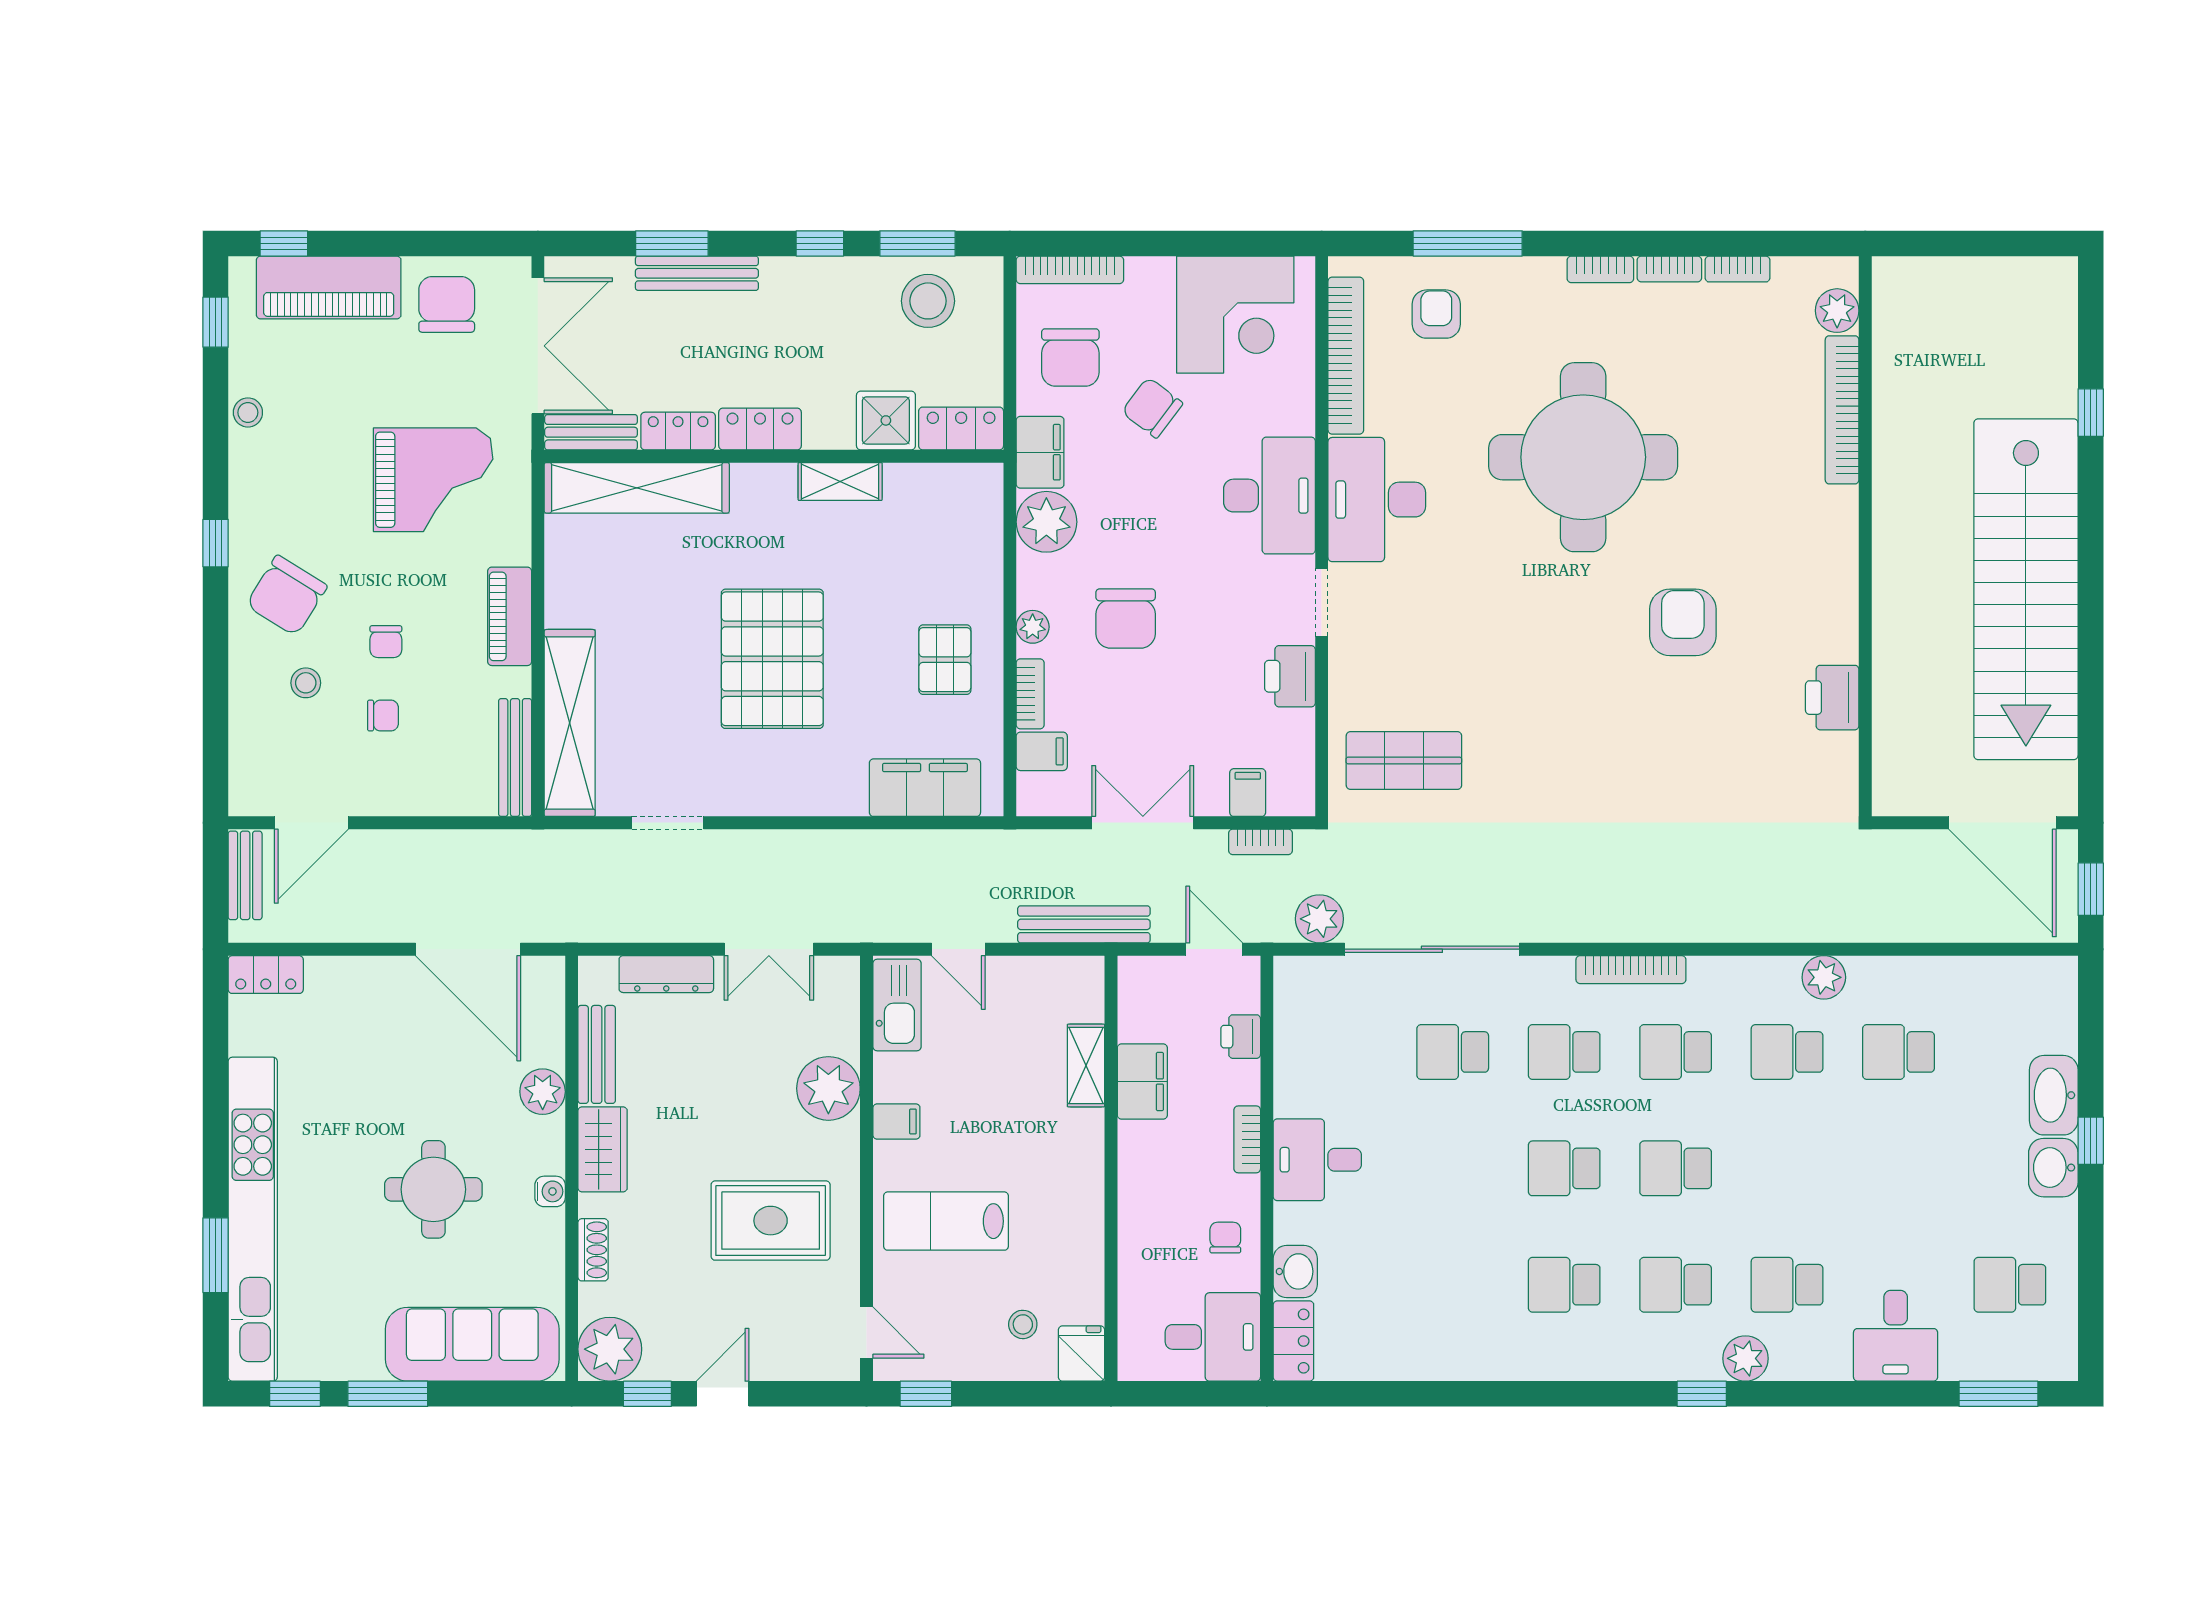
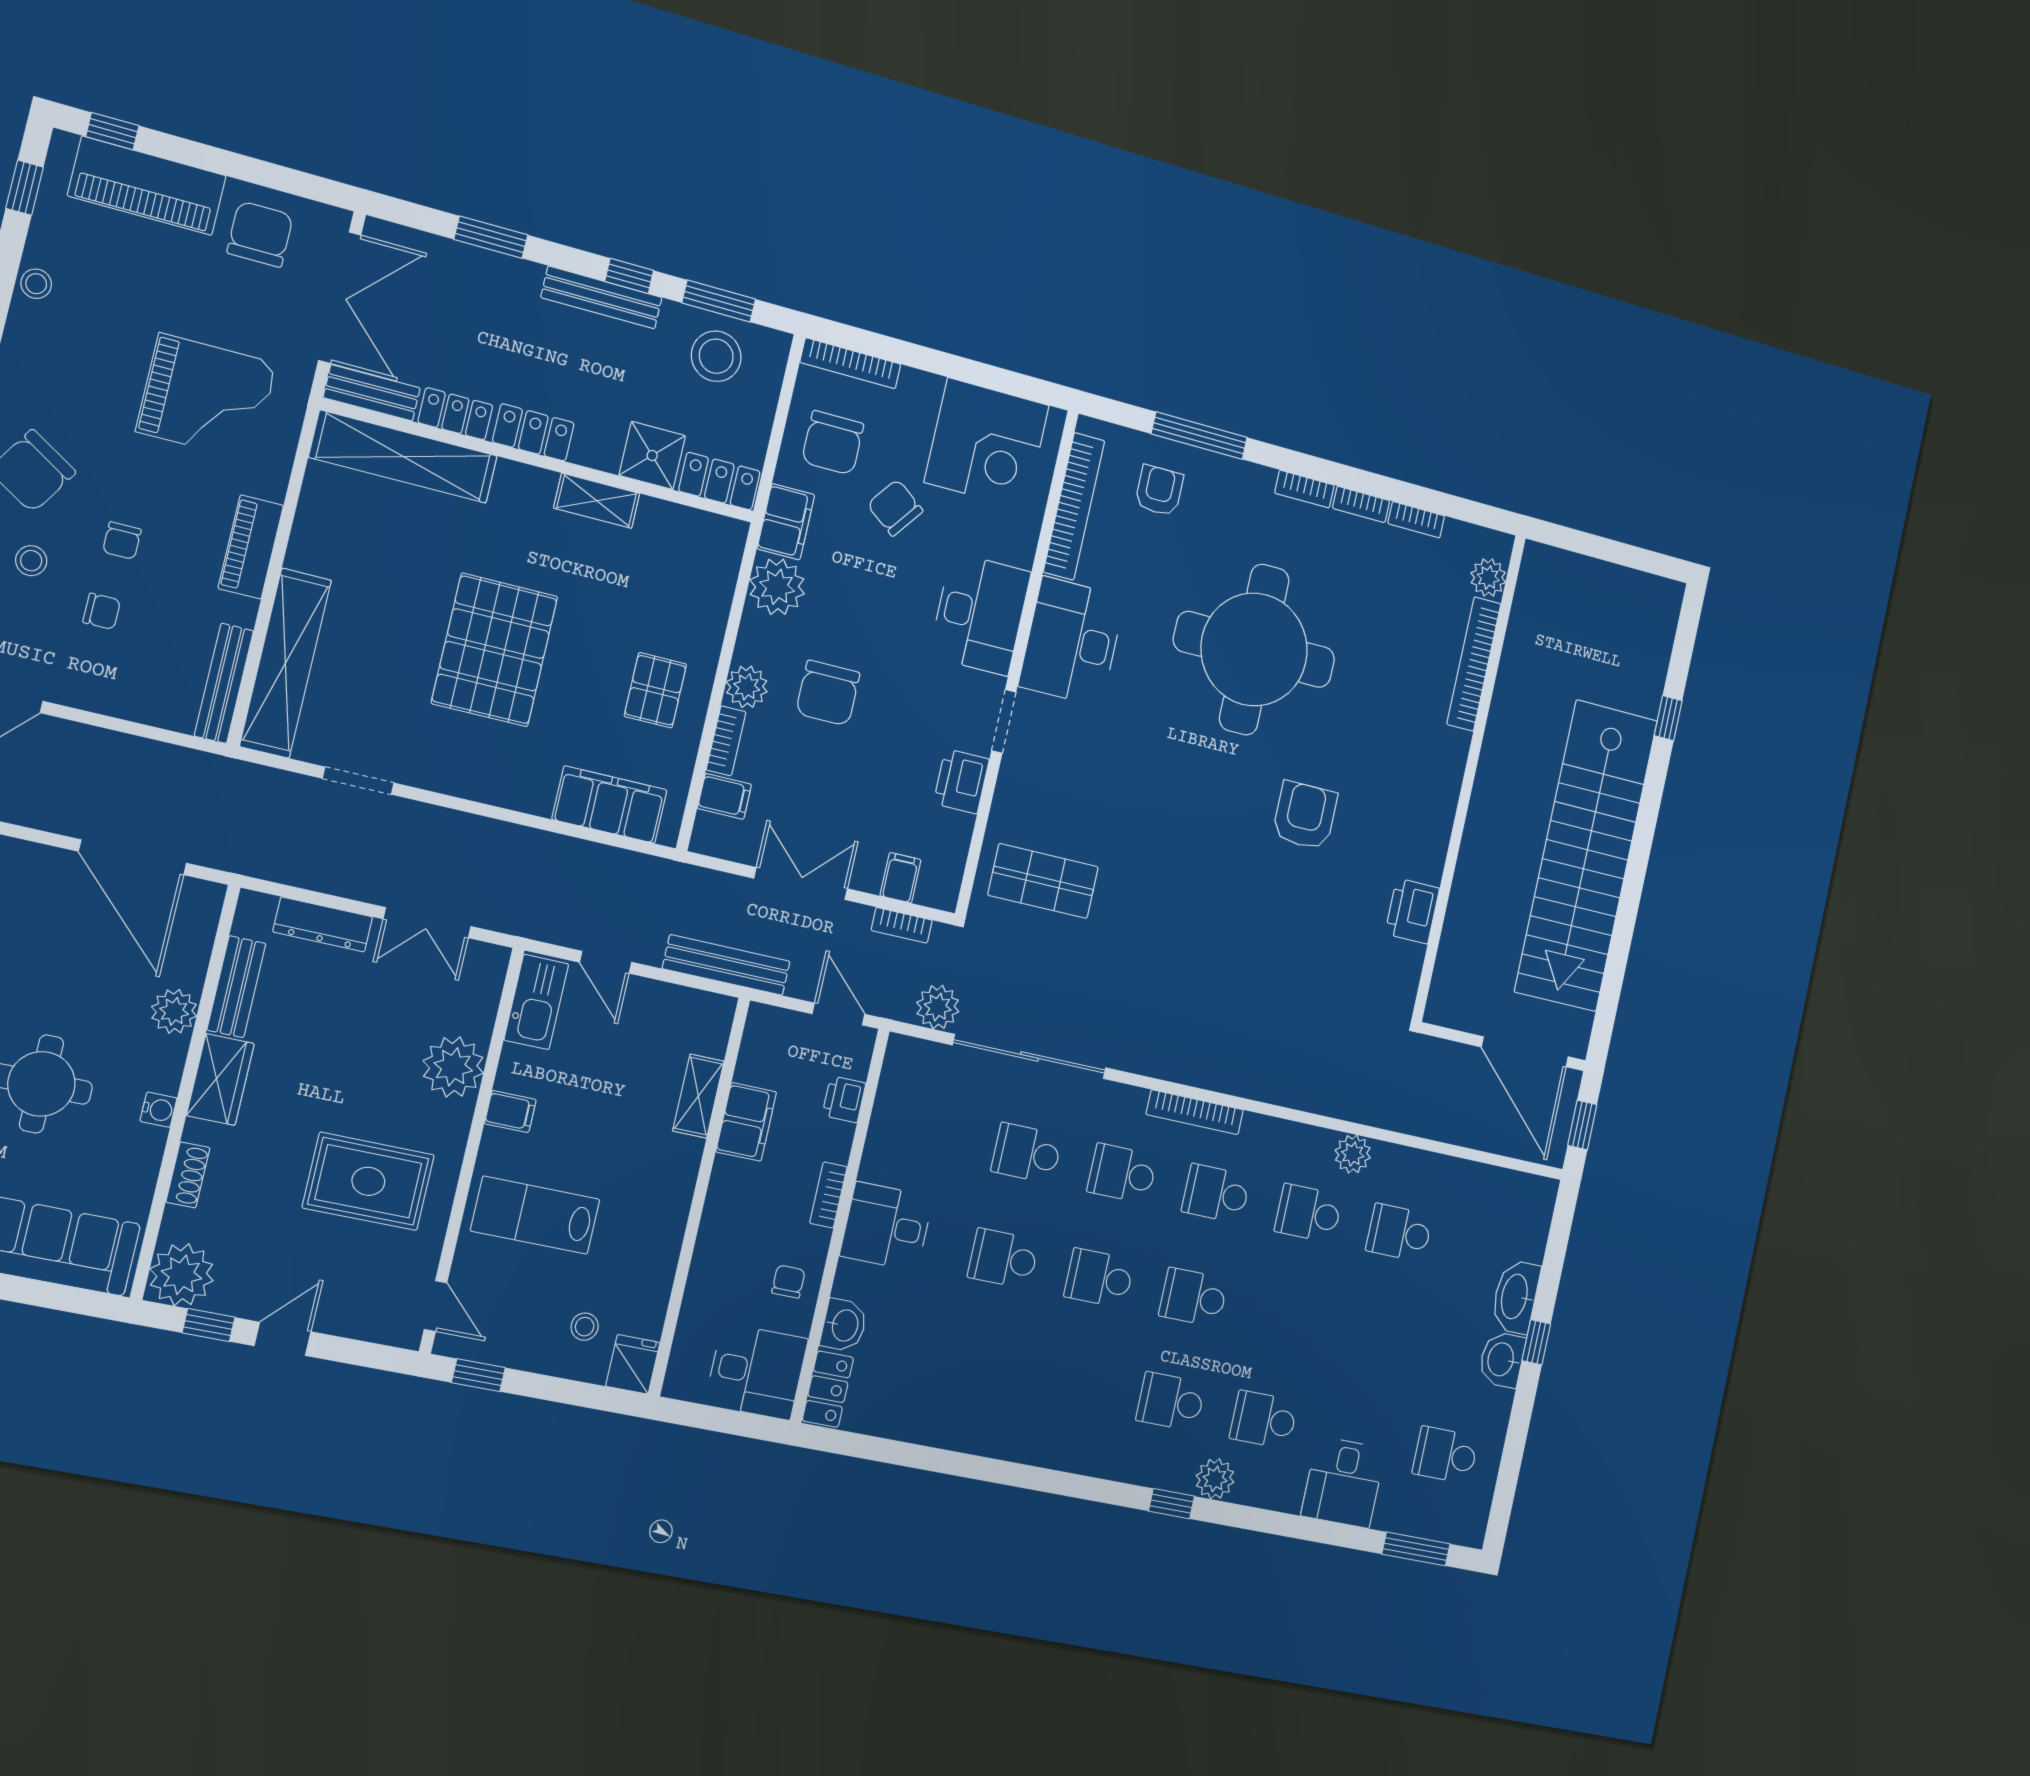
bench: (697, 273) -> (602, 297), moved
plant: (1033, 627) -> (747, 687), width x1.38, depth x1.38
school desk: (1564, 1285) -> (1003, 1259), moved

